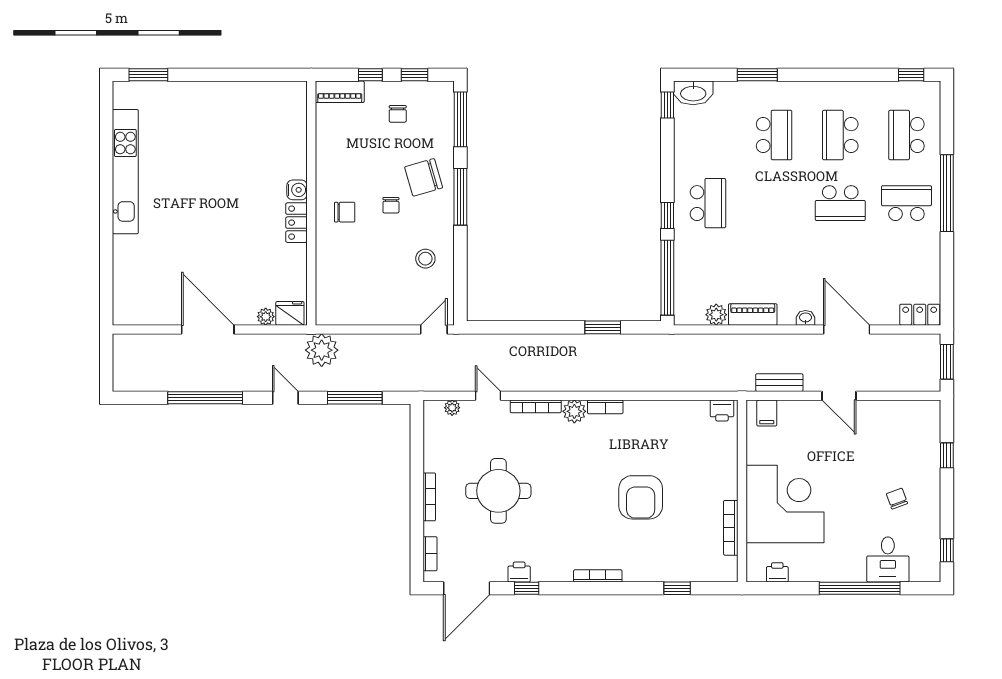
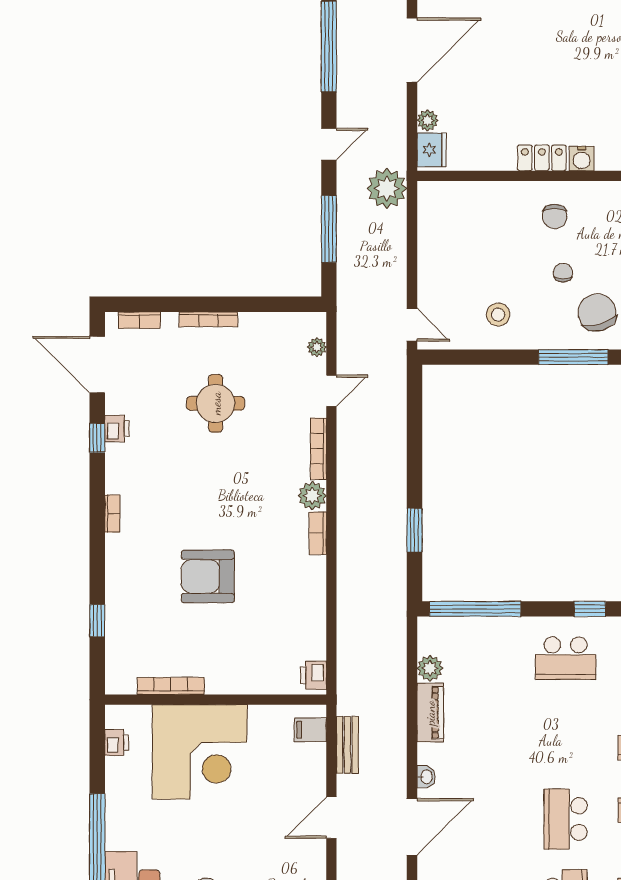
chair: (391, 205) -> (563, 273), turned 90
window: (667, 216) -> (590, 609), moved
round table: (498, 491) -> (216, 403), width x0.73, depth x0.73
bookcase: (598, 576) -> (112, 514), width x0.64

